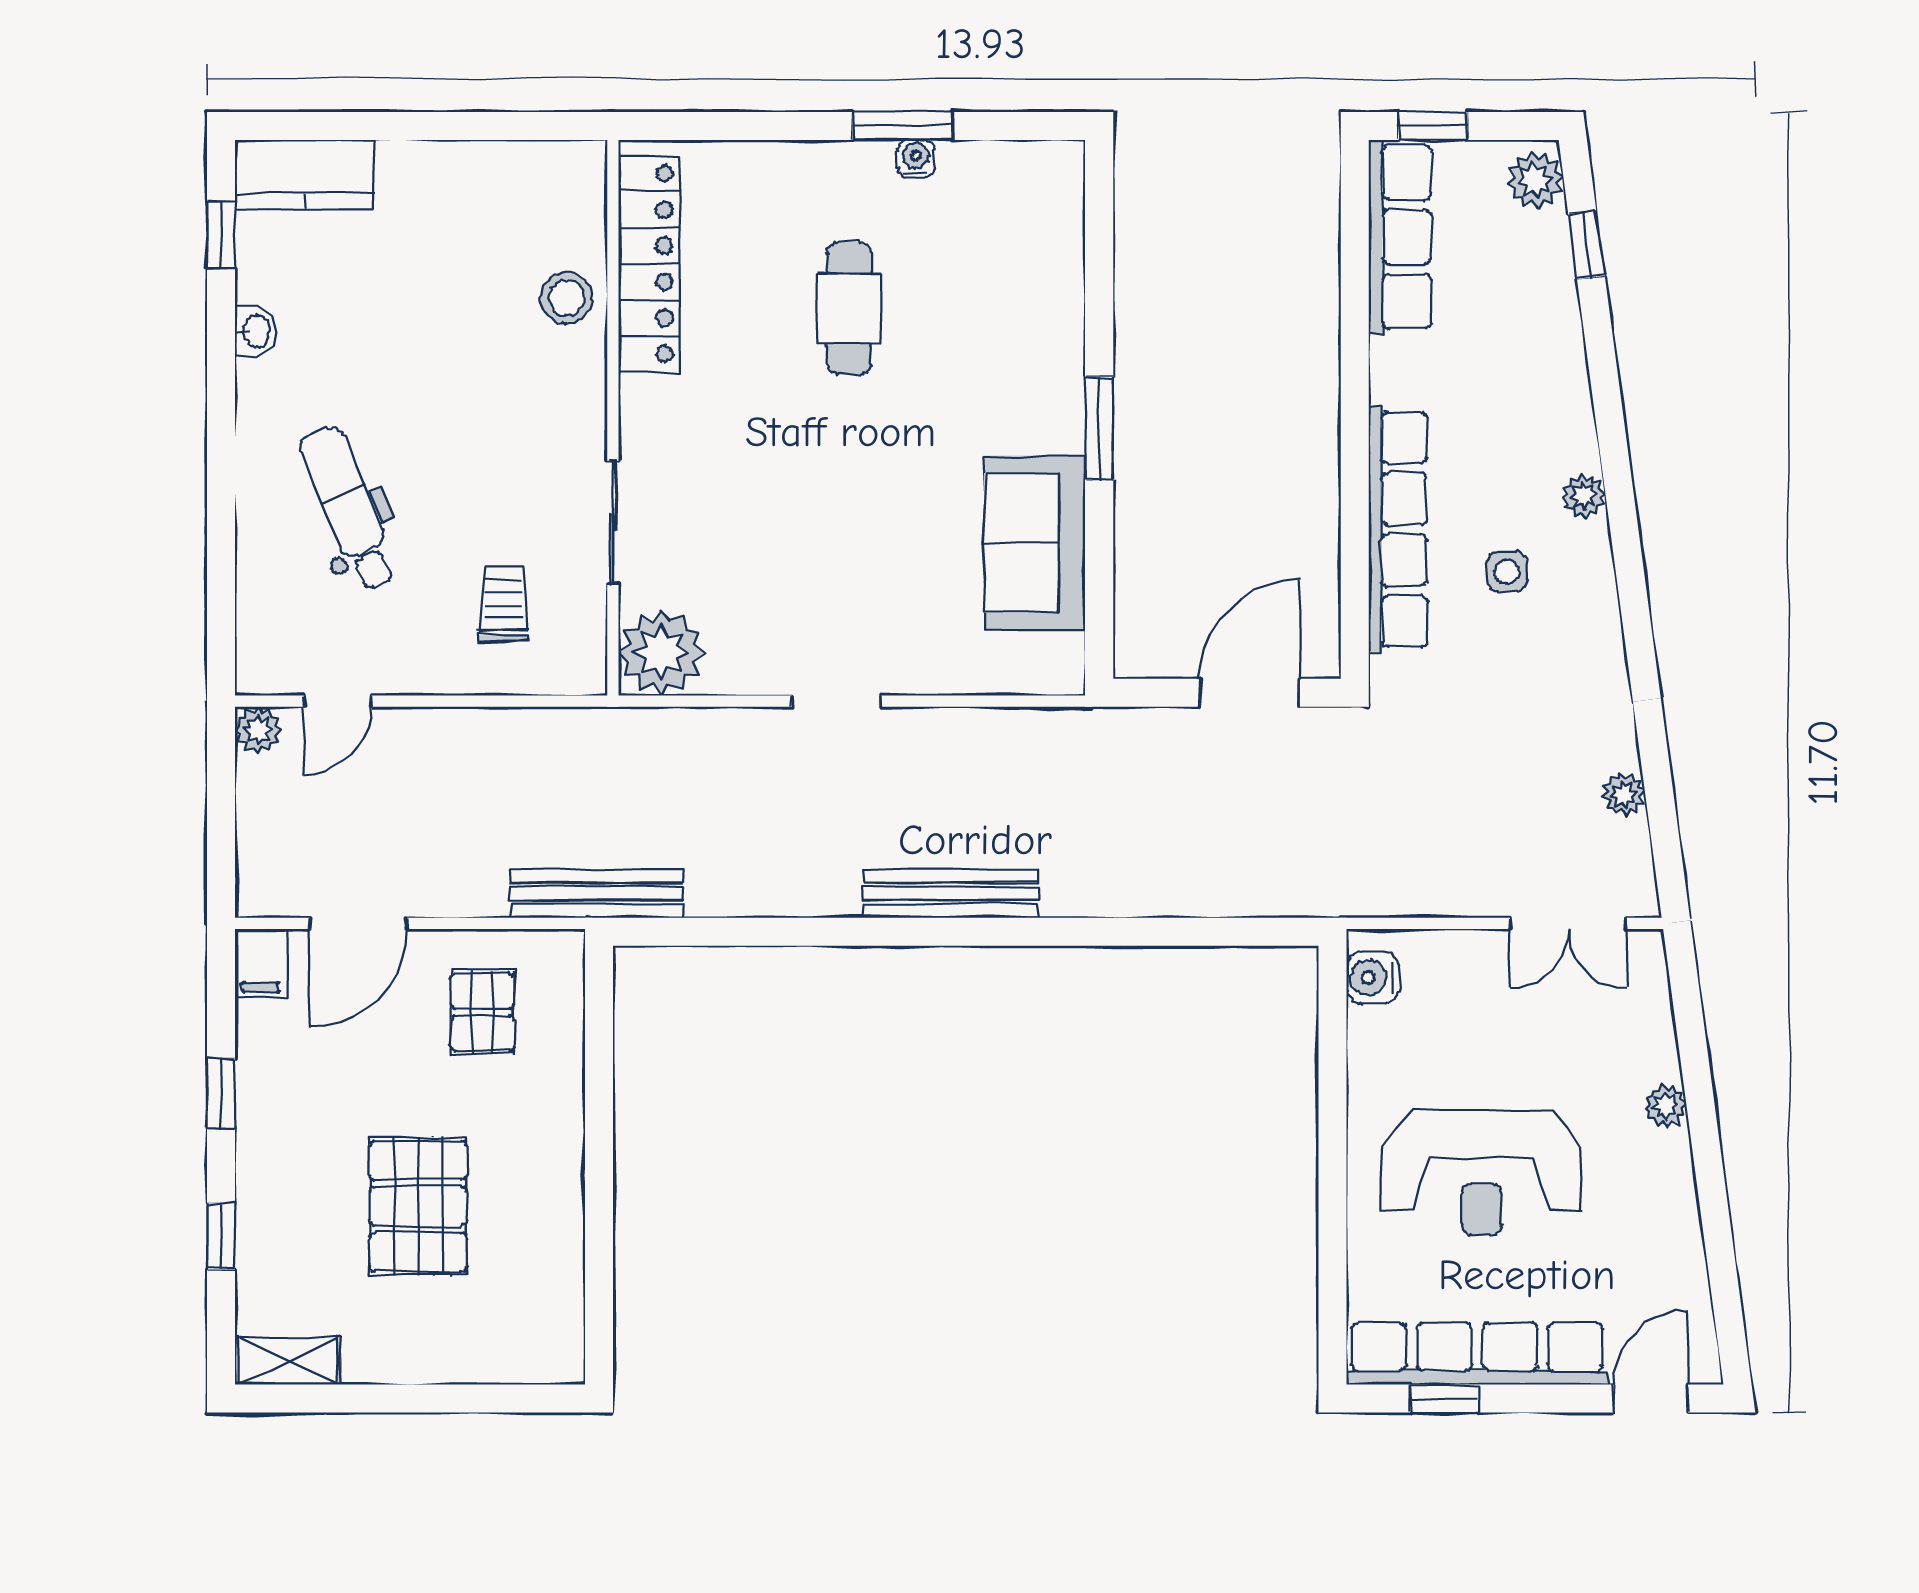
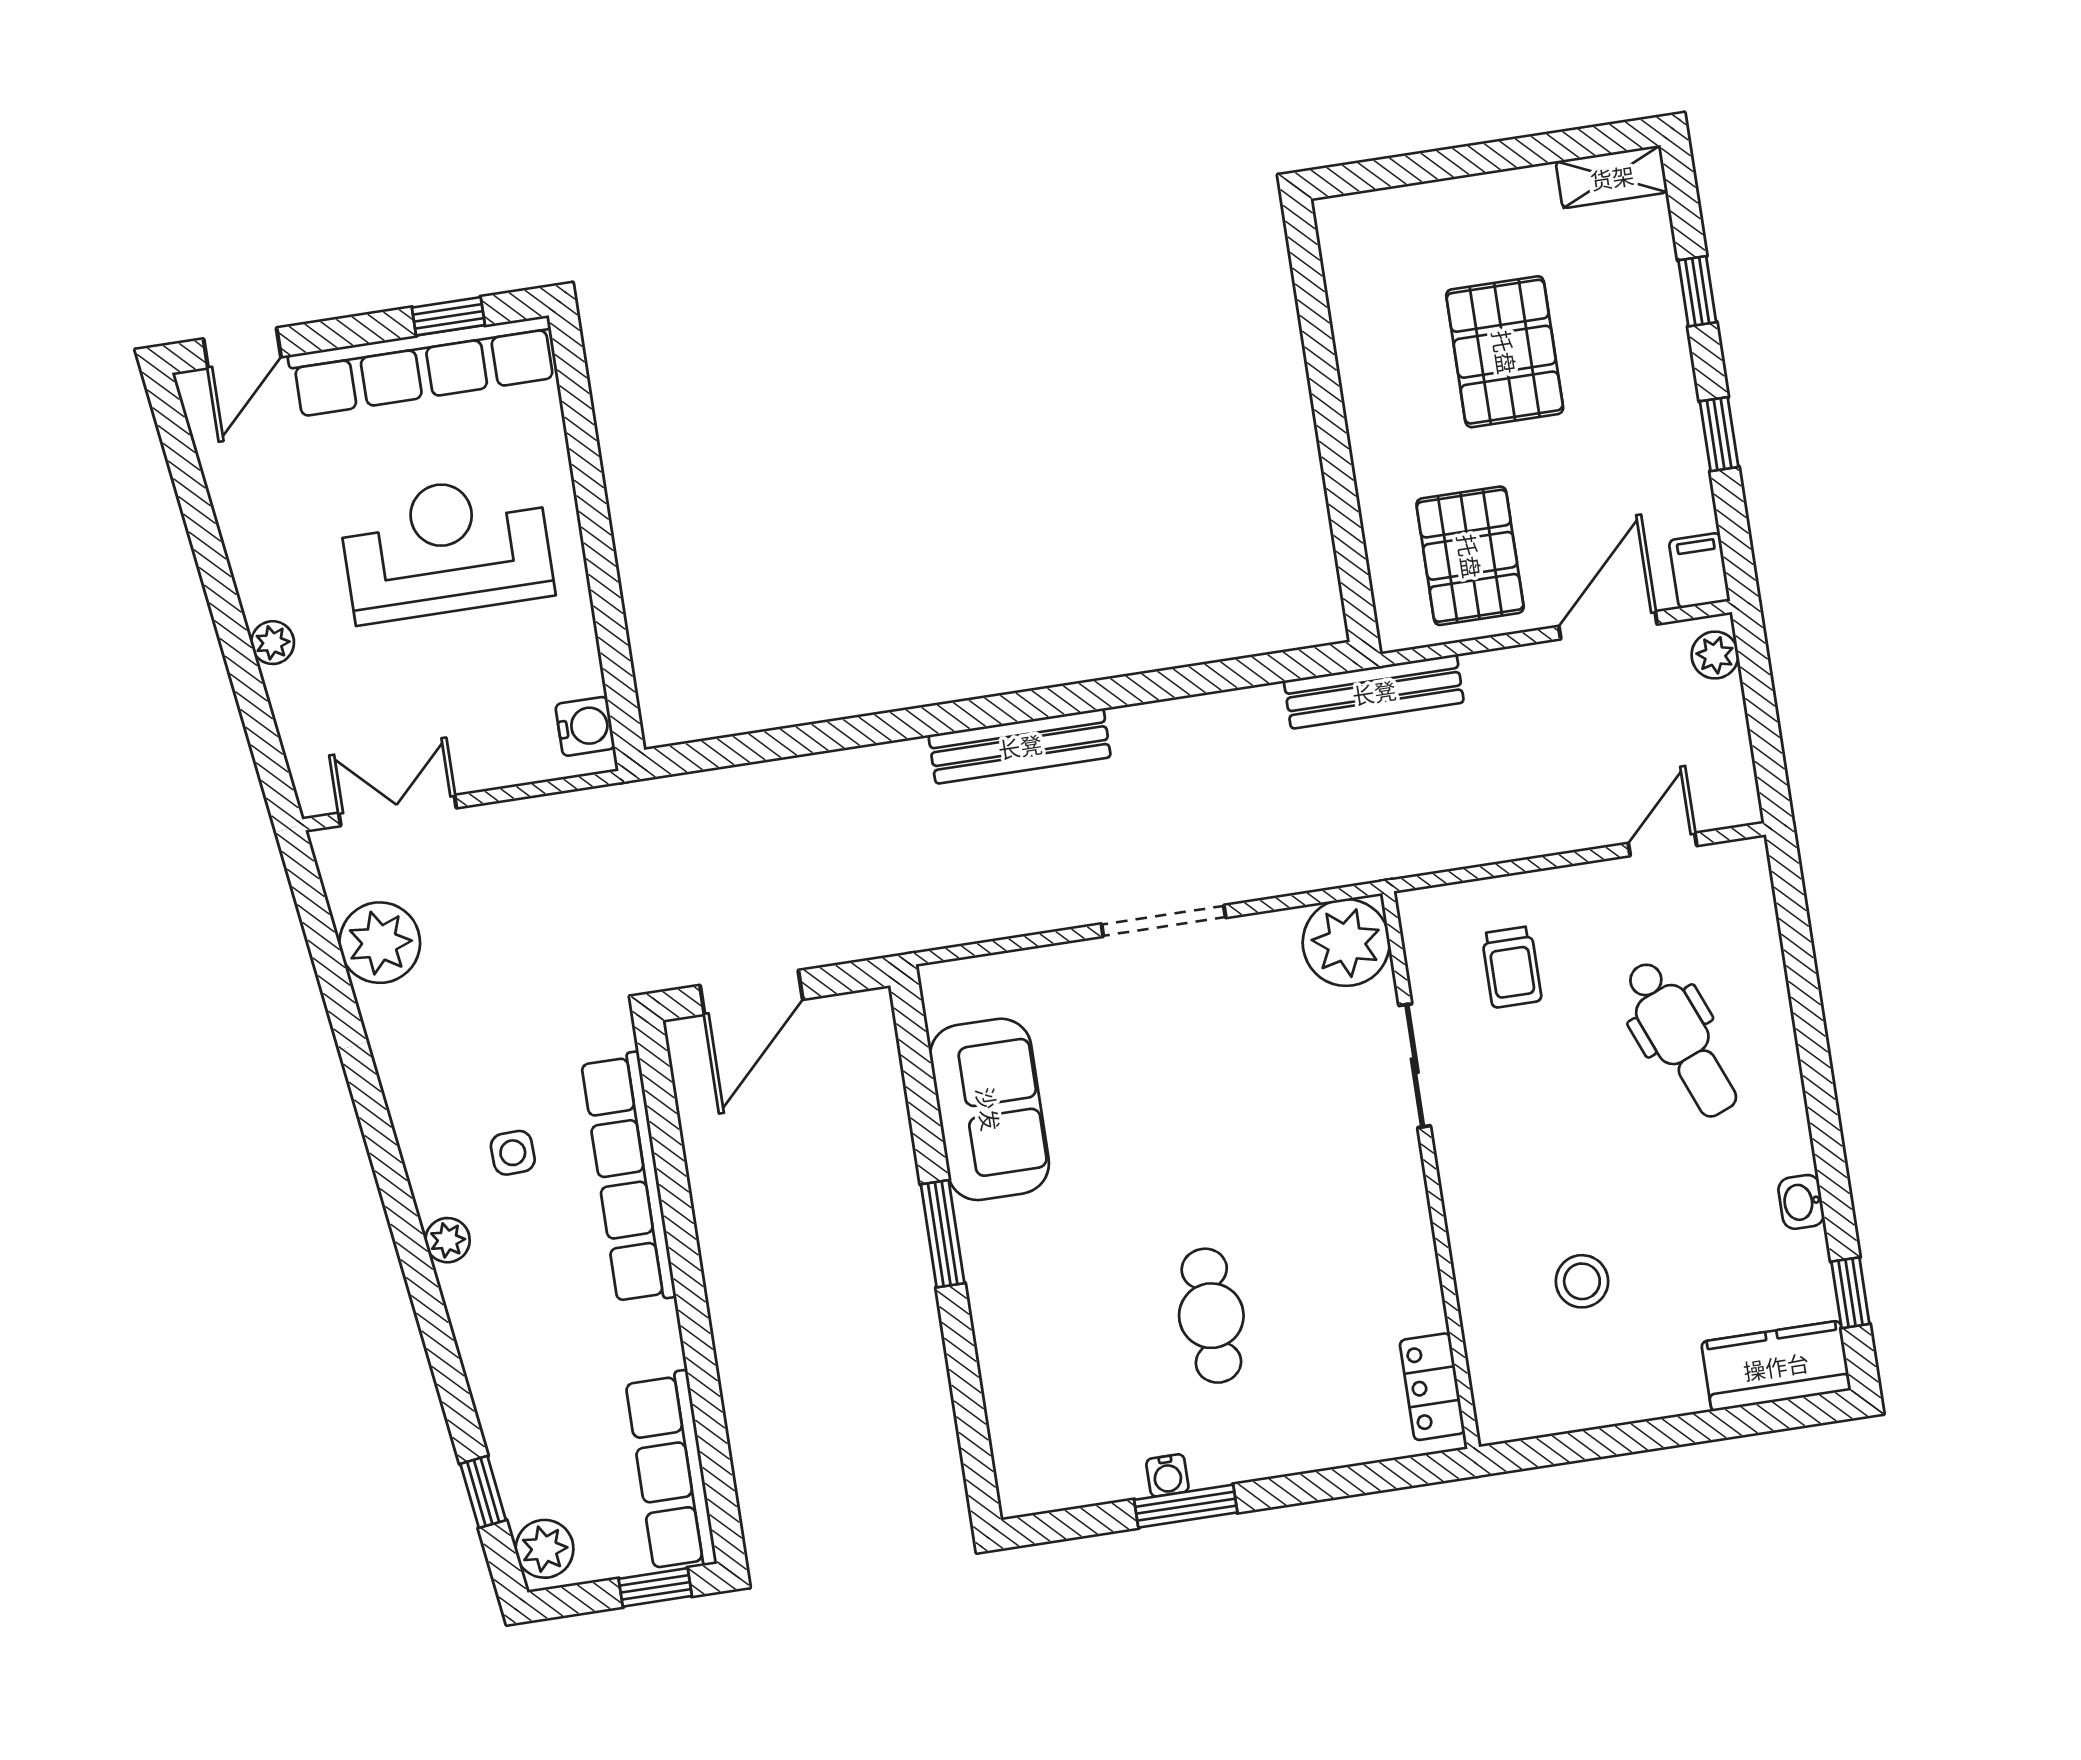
locker: (649, 264) -> (1432, 1387), width x0.46, depth x0.83
stool: (566, 298) -> (1582, 1281), moved
doorway: (837, 701) -> (1164, 921), width x1.38
plant: (258, 730) -> (1715, 655), moved
plant: (1624, 795) -> (380, 943), width x1.88, depth x1.88
pallet: (483, 1012) -> (1470, 556), width x1.50, depth x1.42

